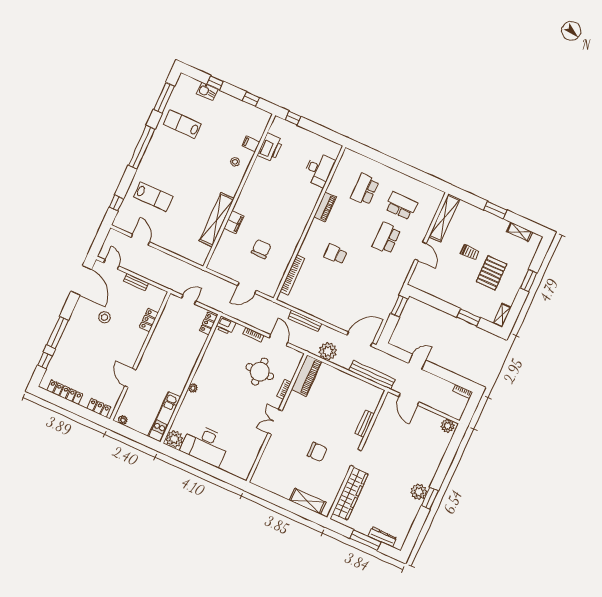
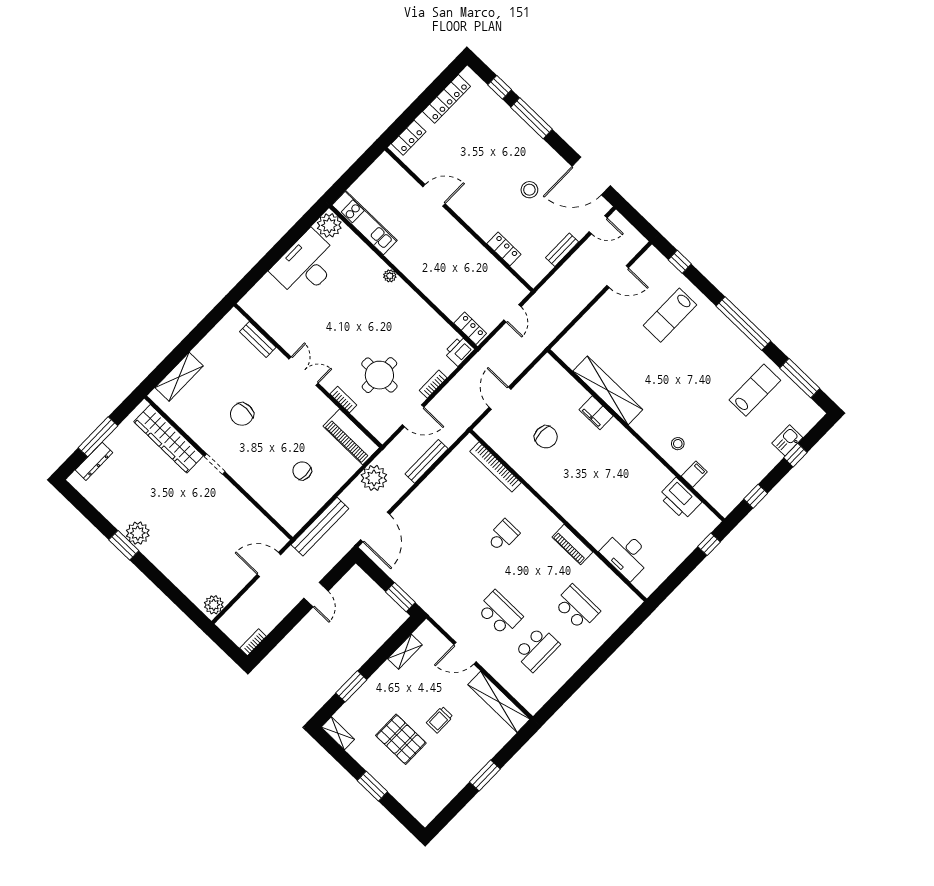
shelving: (519, 232) -> (405, 652), moved
chair: (340, 400) -> (302, 471), added
plant: (123, 420) -> (380, 165), removed
bench: (365, 423) -> (258, 340), moved

